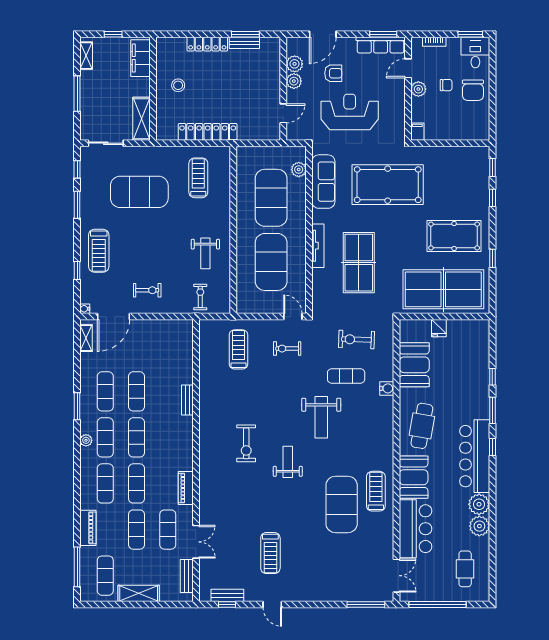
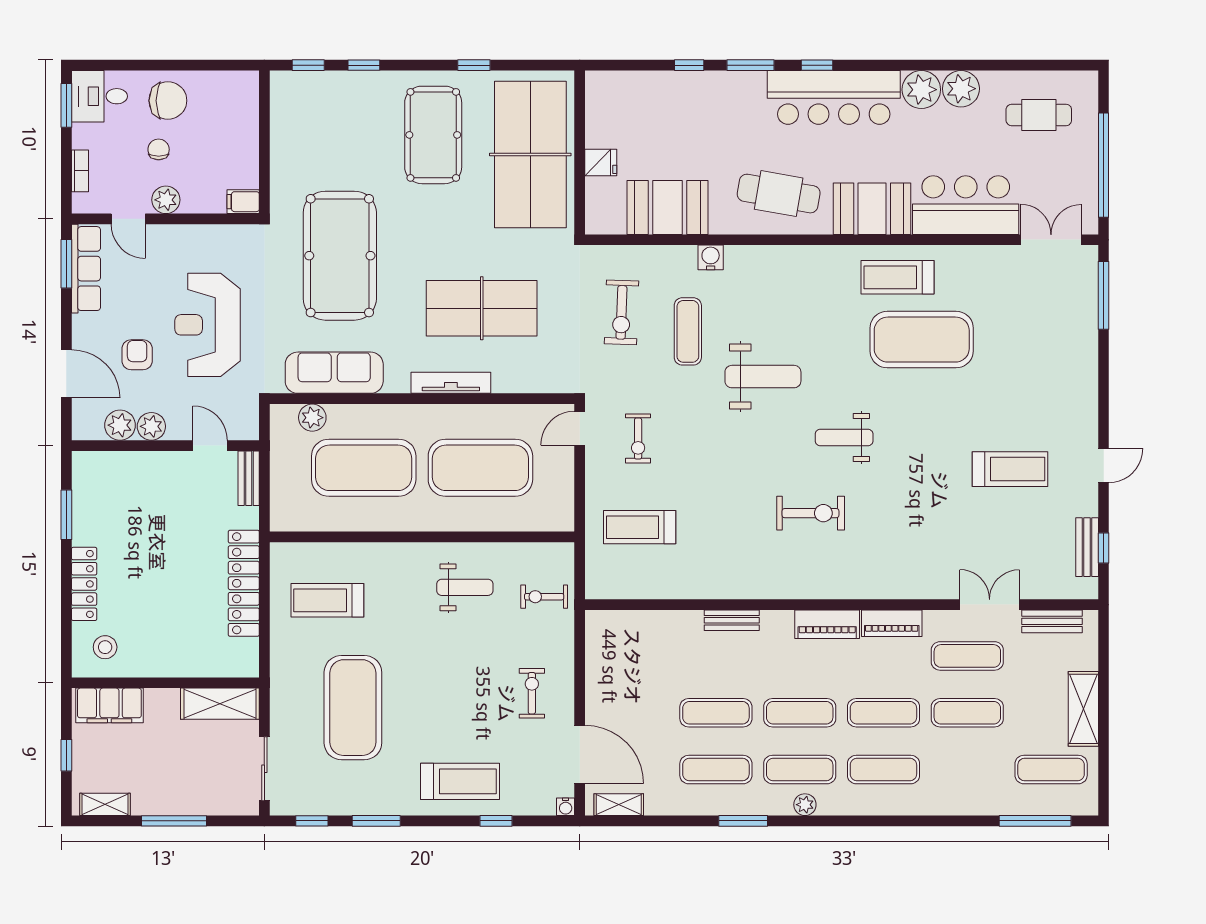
bench: (244, 43) -> (249, 478), moved
stool: (178, 85) -> (105, 647), moved
piano: (88, 528) -> (827, 624), moved, turned 180

